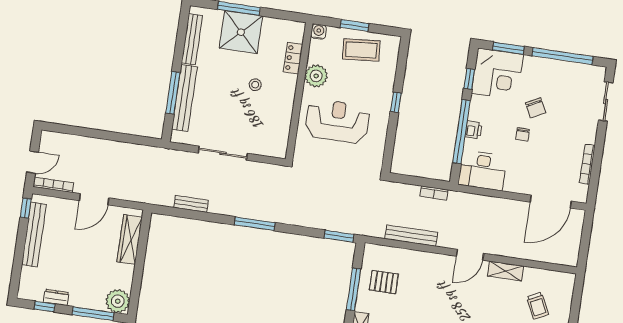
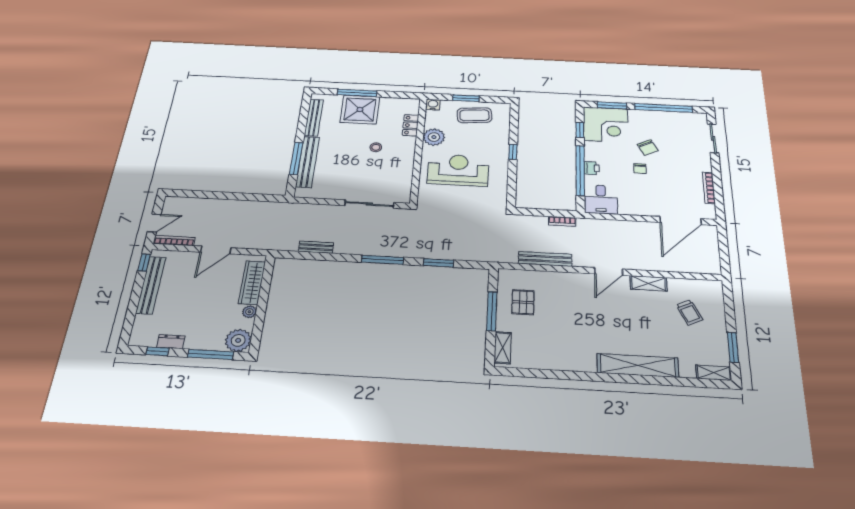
sliding door: (223, 153) -> (369, 204), moved
desk: (482, 170) -> (601, 199), width x0.73
window: (339, 236) -> (439, 263), moved
plant: (128, 271) -> (249, 312), added
pallet: (384, 282) -> (523, 302), turned 90

